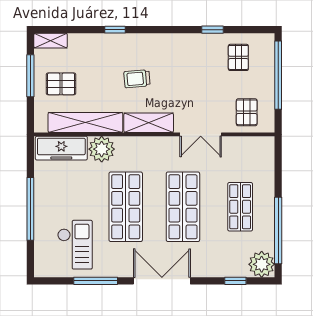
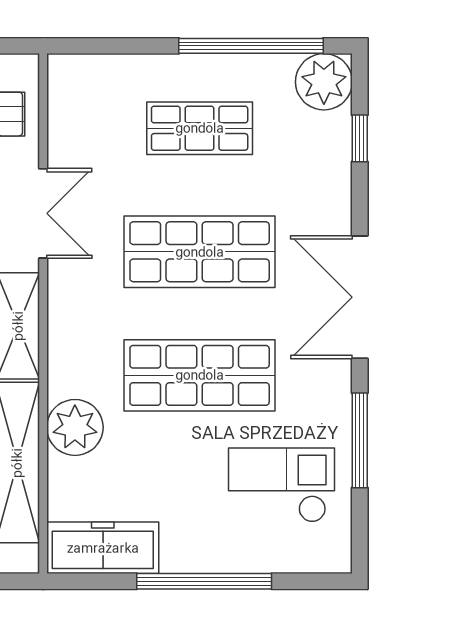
freezer: (61, 148) -> (103, 548), moved, turned -90

